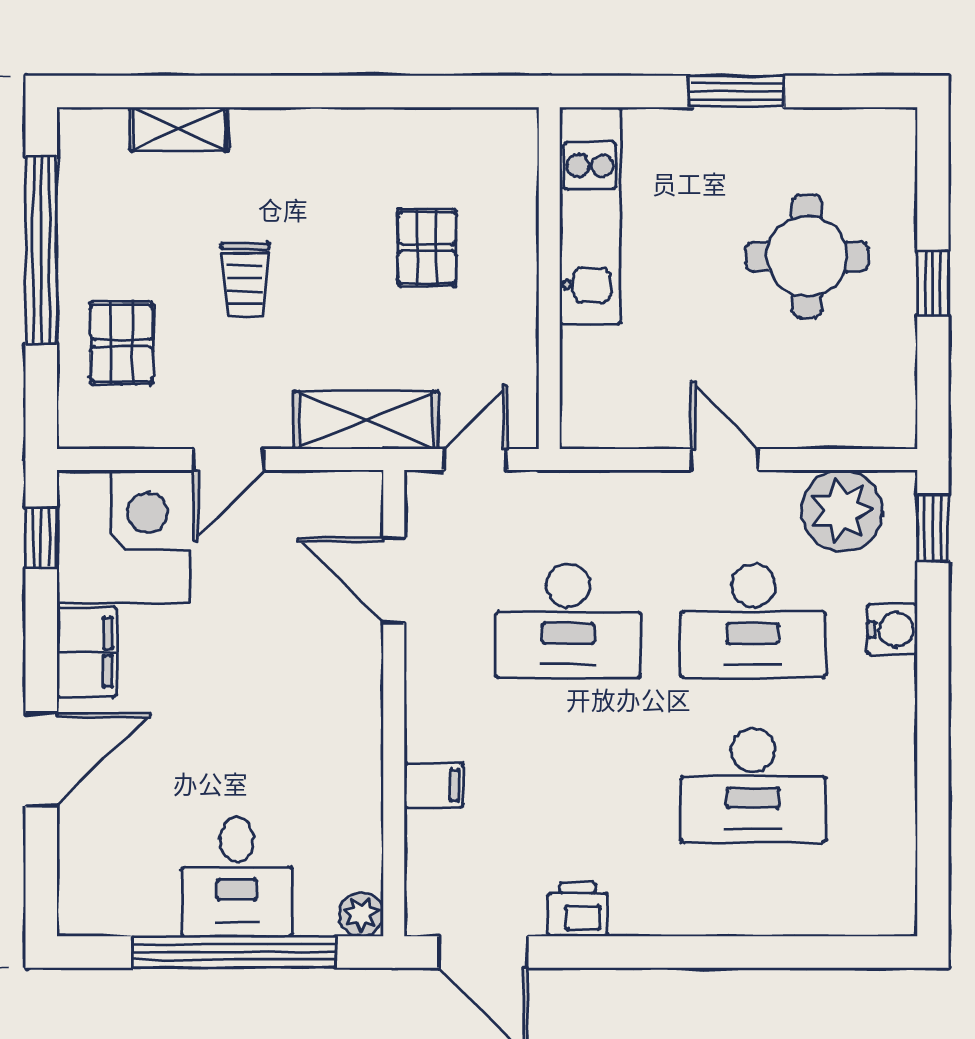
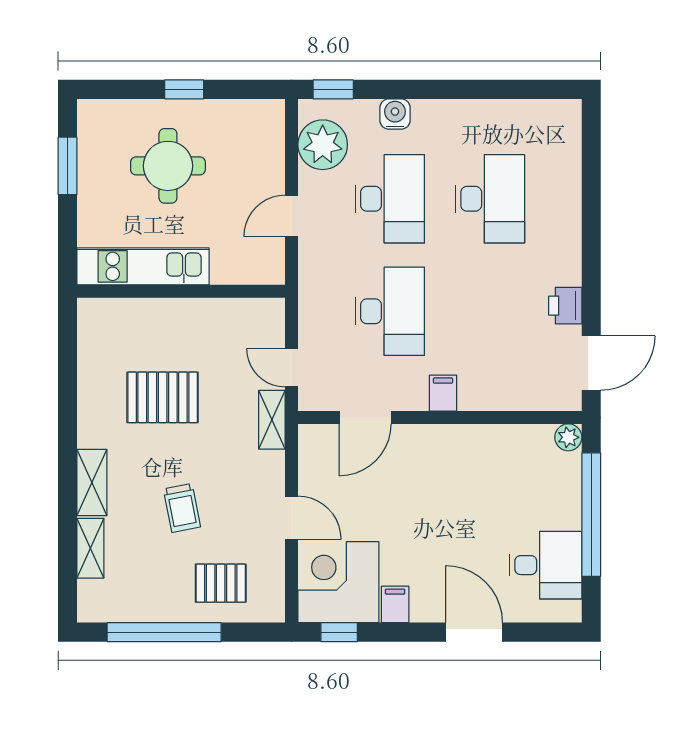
window: (737, 91) -> (68, 166), moved
shelving: (287, 132) -> (92, 483), added
kitchen unit: (590, 216) -> (143, 266), moved
pallet: (427, 248) -> (163, 397), width x1.50, depth x1.42
wall: (549, 278) -> (181, 291), moved
trolley: (245, 279) -> (182, 508), turned 79
shelving: (366, 420) -> (272, 420), width x0.67, depth x0.75
filing cabinet: (87, 652) -> (395, 604), width x0.50
filing cabinet: (434, 785) -> (443, 393), moved
desk: (237, 877) -> (545, 565), moved

